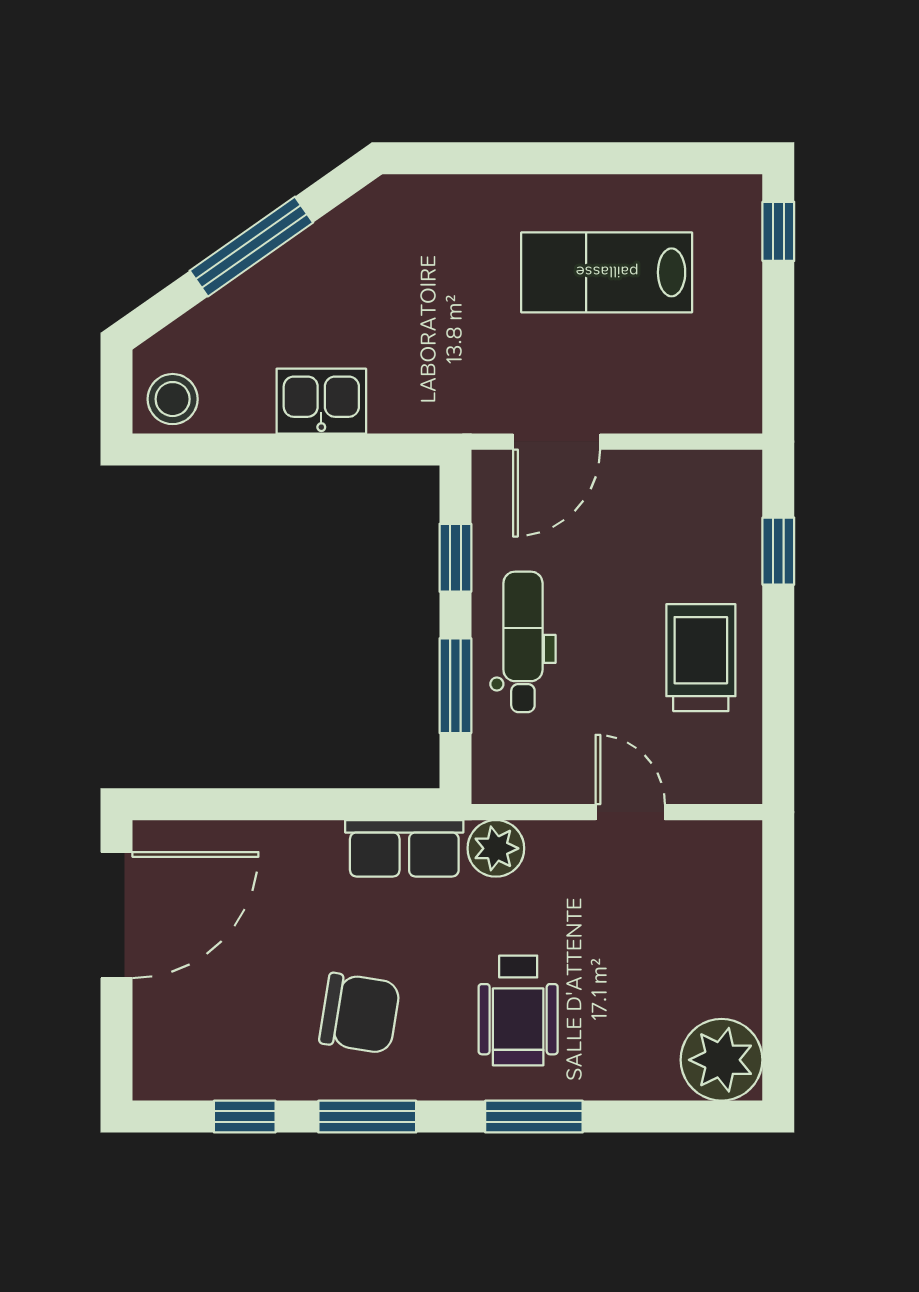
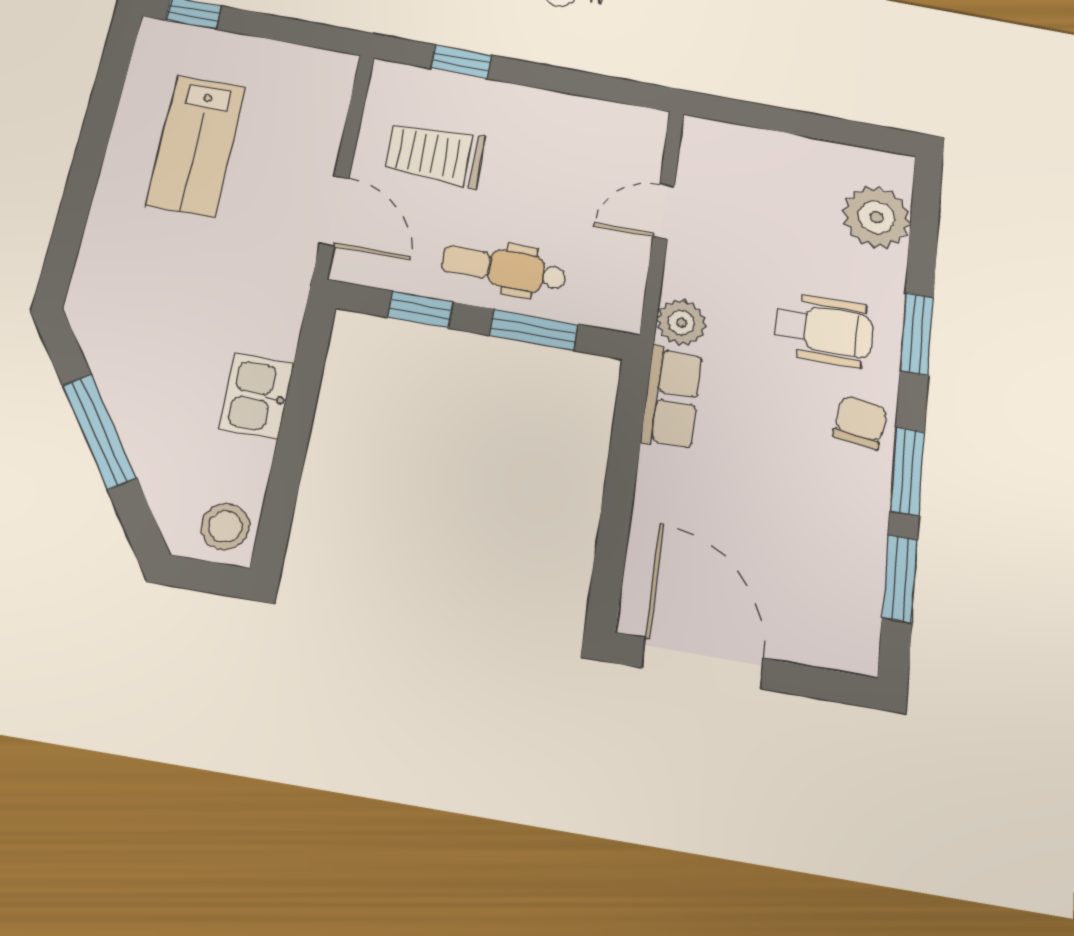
trolley: (701, 658) -> (435, 155), moved
chair: (360, 1013) -> (860, 422), moved, width x0.73, depth x0.73
plant: (722, 1060) -> (877, 217), moved
window: (245, 1117) -> (900, 578), width x1.50

